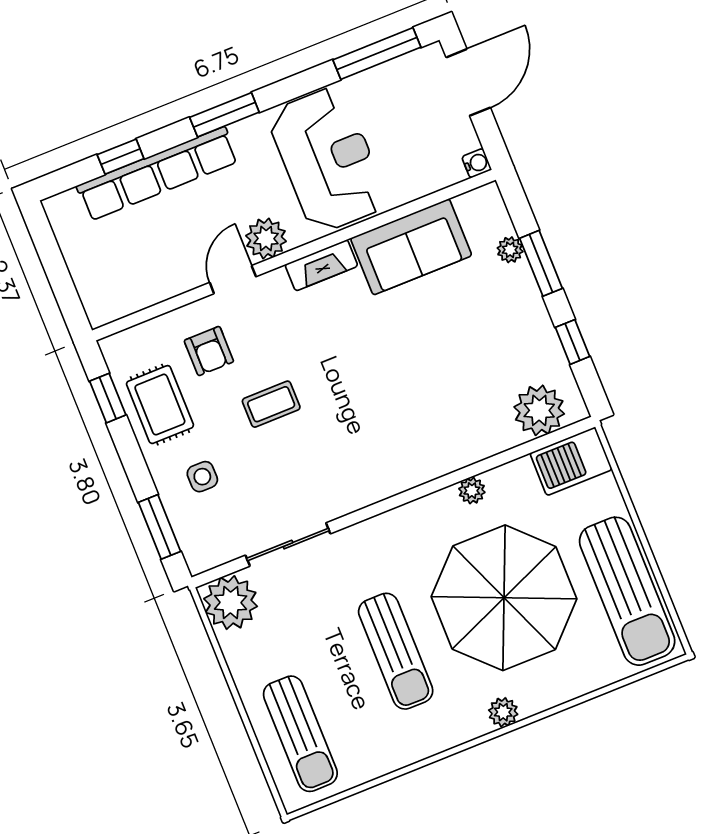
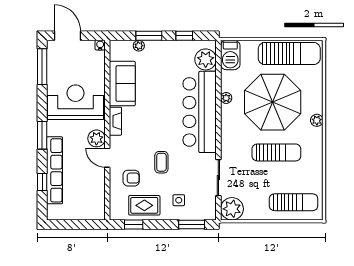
bar counter: (417, 444) -> (200, 112), added

